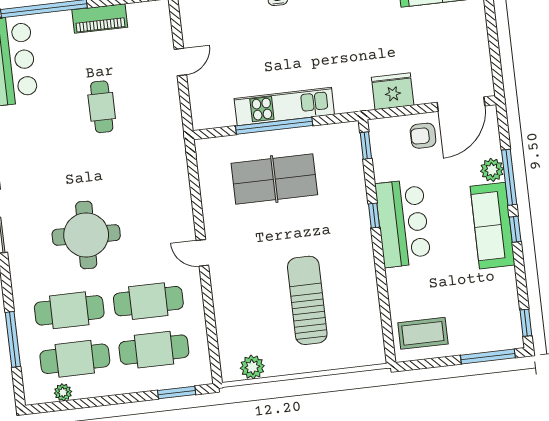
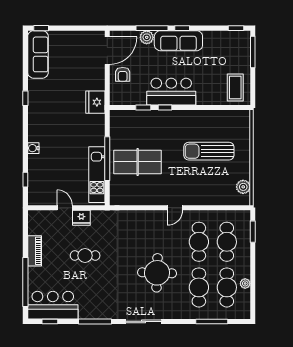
fridge: (393, 91) -> (95, 102), moved
fridge: (166, 93) -> (81, 218), added
door: (461, 104) -> (107, 51), hinge flipped
kitchen unit: (284, 106) -> (97, 175), moved
window: (366, 146) -> (143, 108), moved
table tennis table: (274, 179) -> (138, 162), turned 90
plant: (63, 392) -> (245, 283), moved

